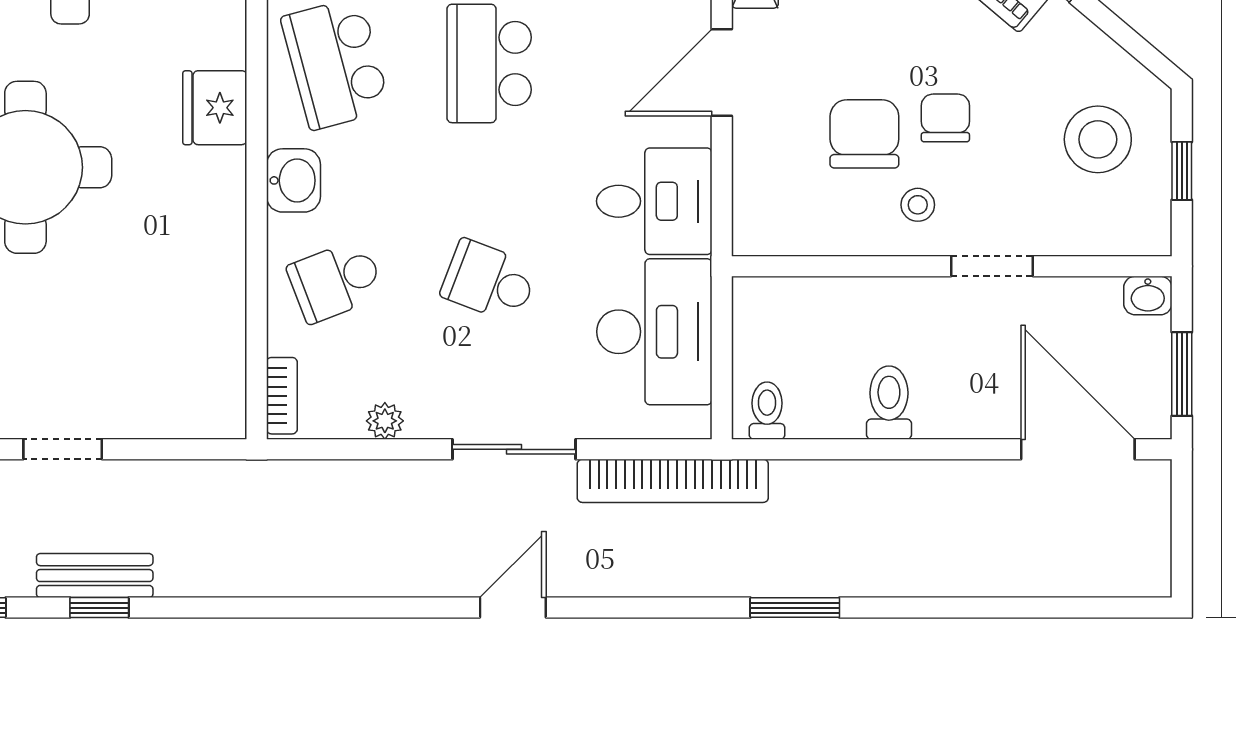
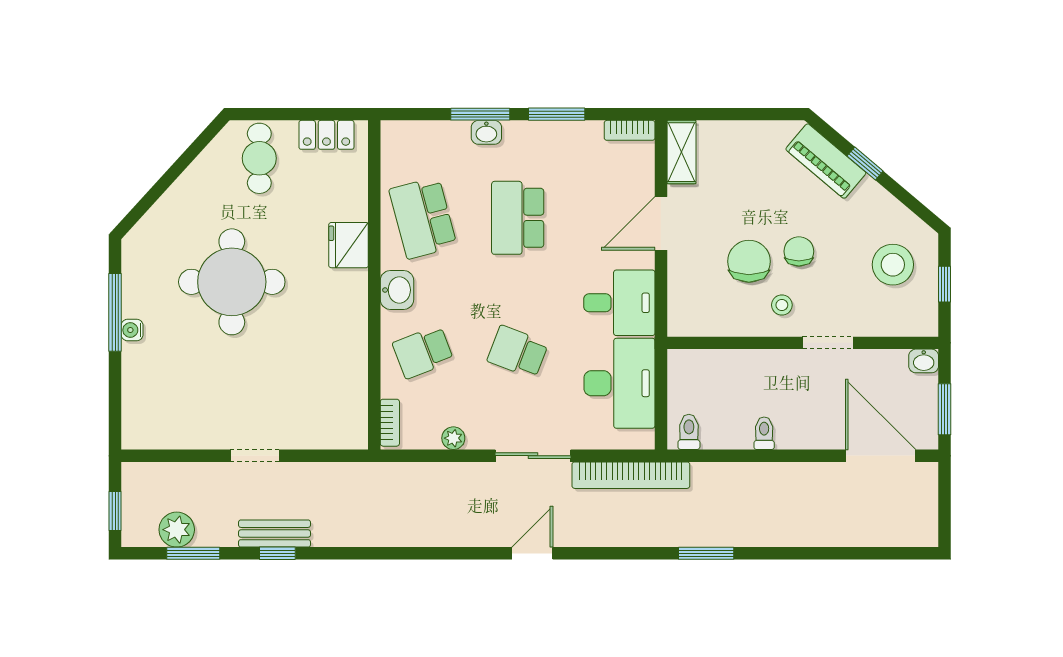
toilet: (889, 403) -> (764, 433), width x0.73, depth x0.72

